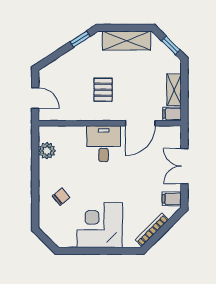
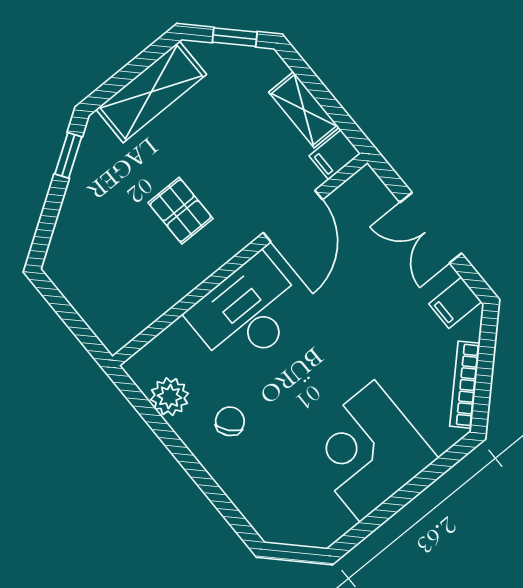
door: (35, 98) -> (74, 322), removed
desk: (104, 144) -> (247, 313), width x1.37
chair: (61, 197) -> (230, 421), moved

